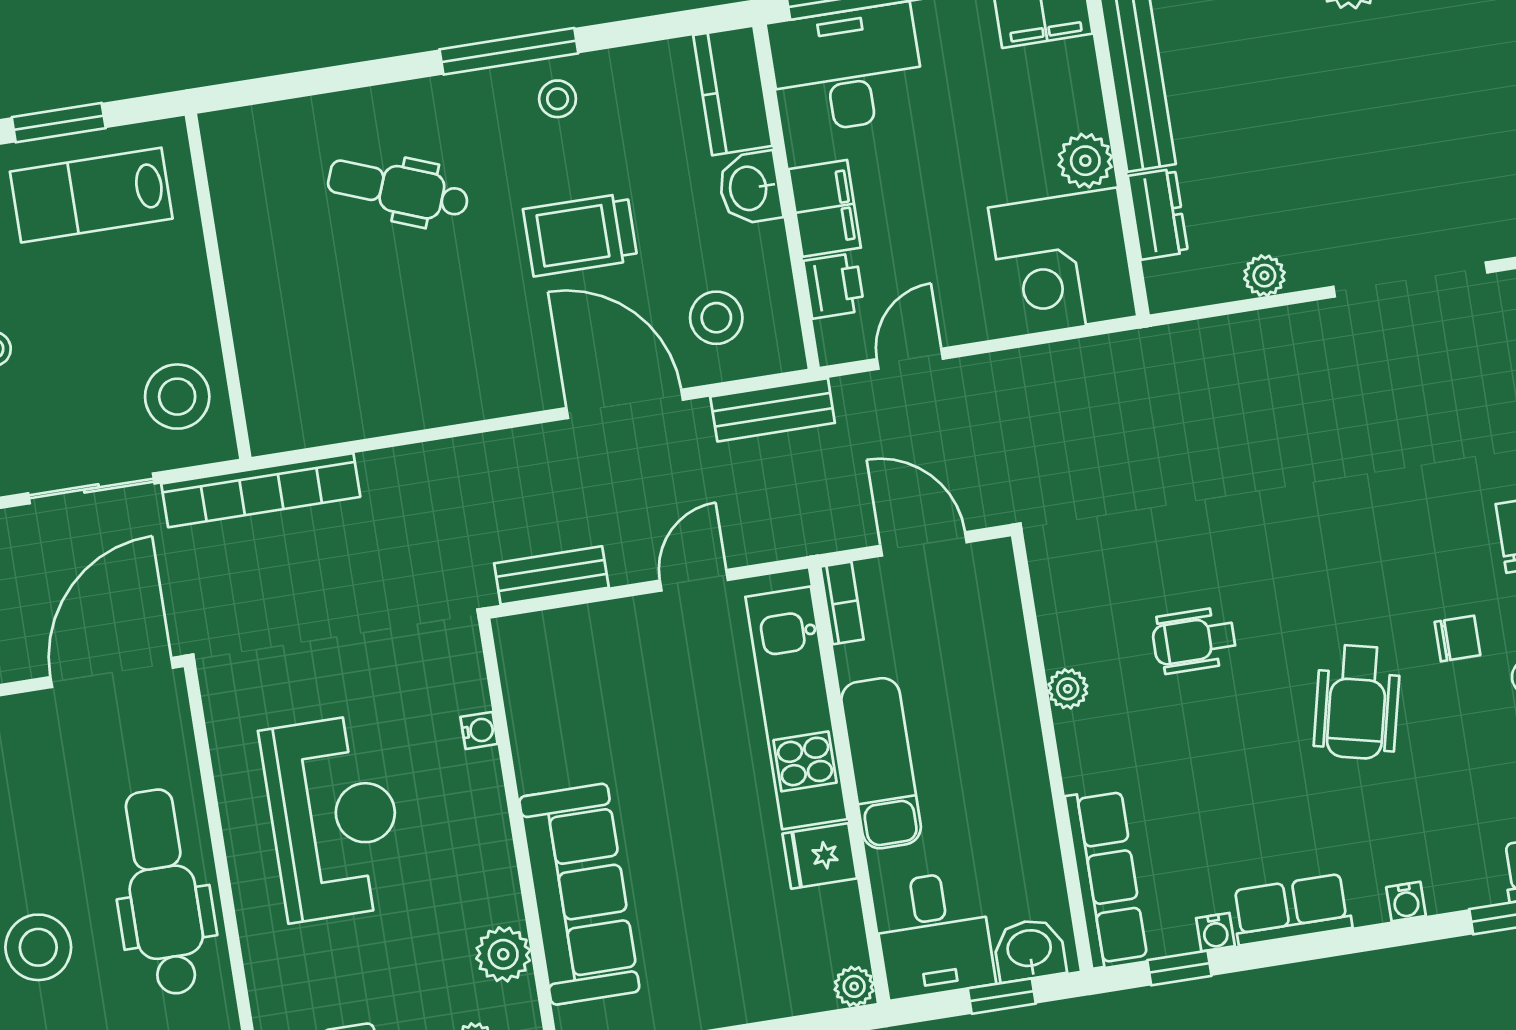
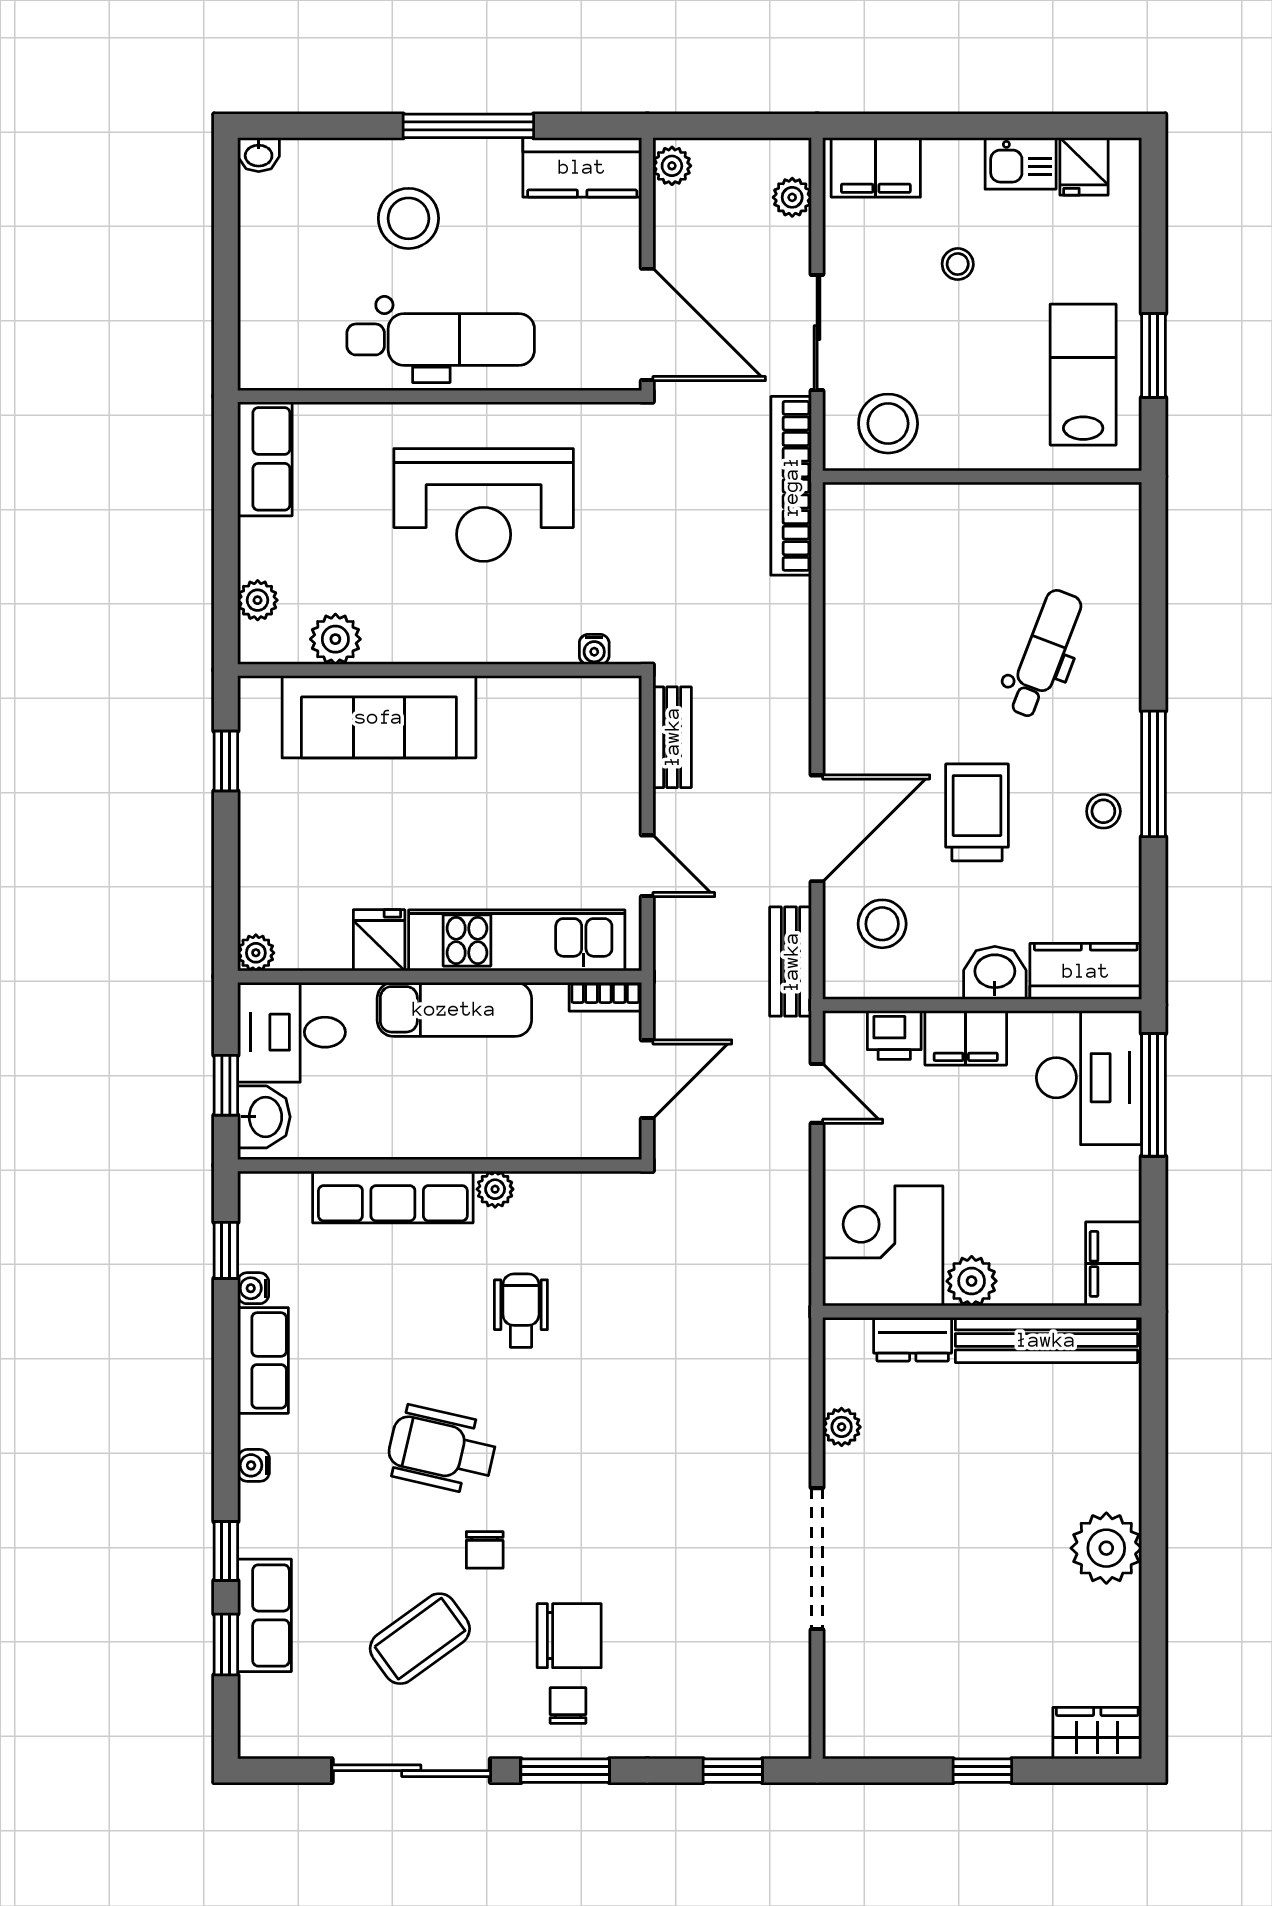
water cooler: (479, 730) -> (594, 649), moved
row of seats: (1106, 878) -> (393, 1197), moved

